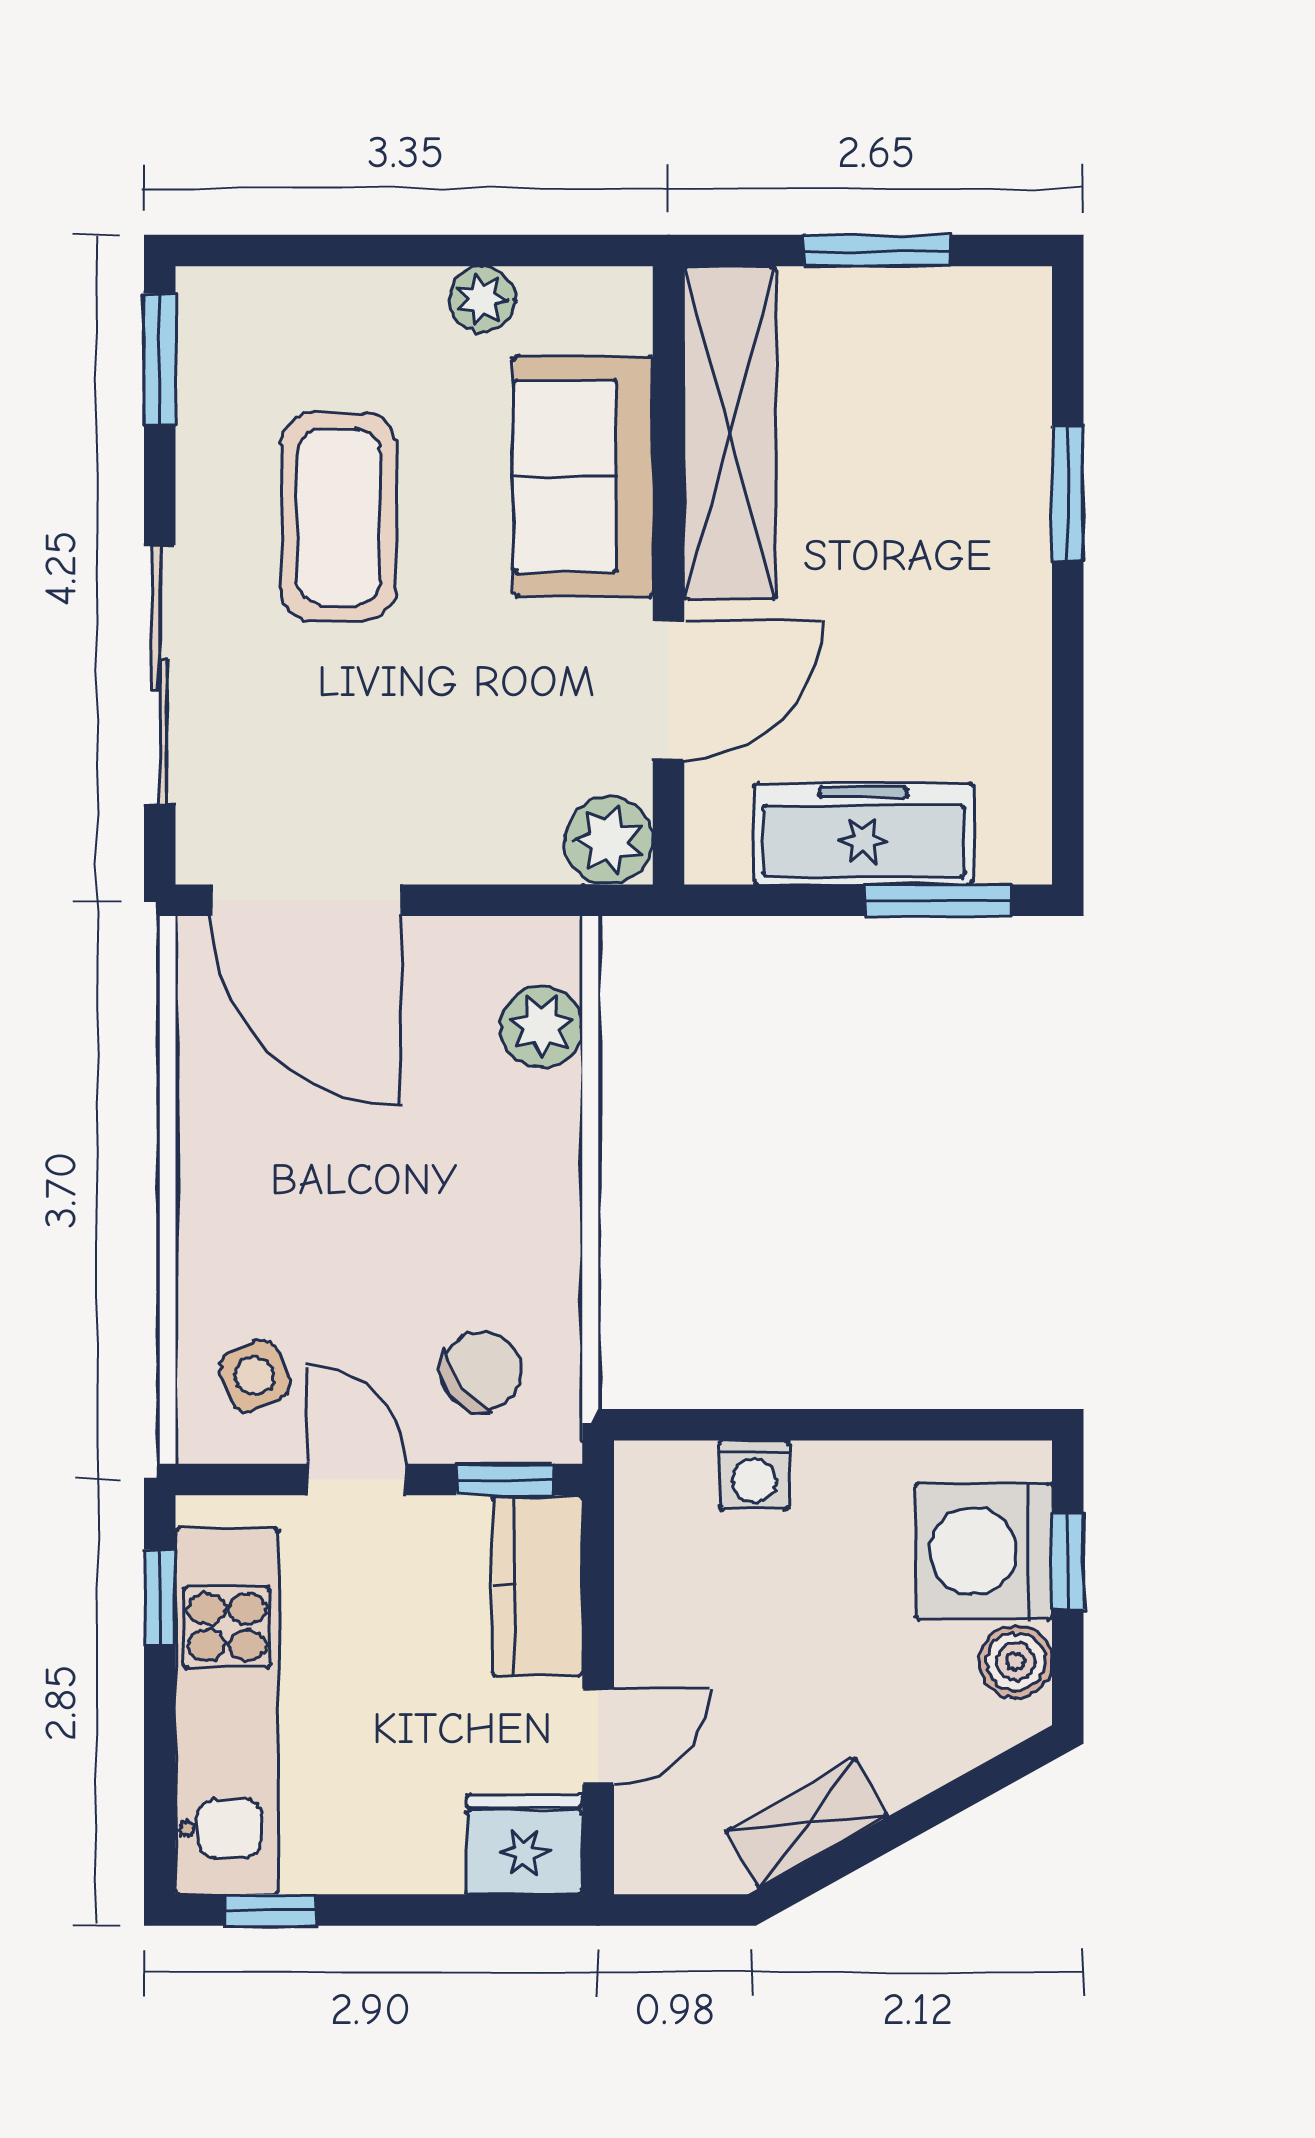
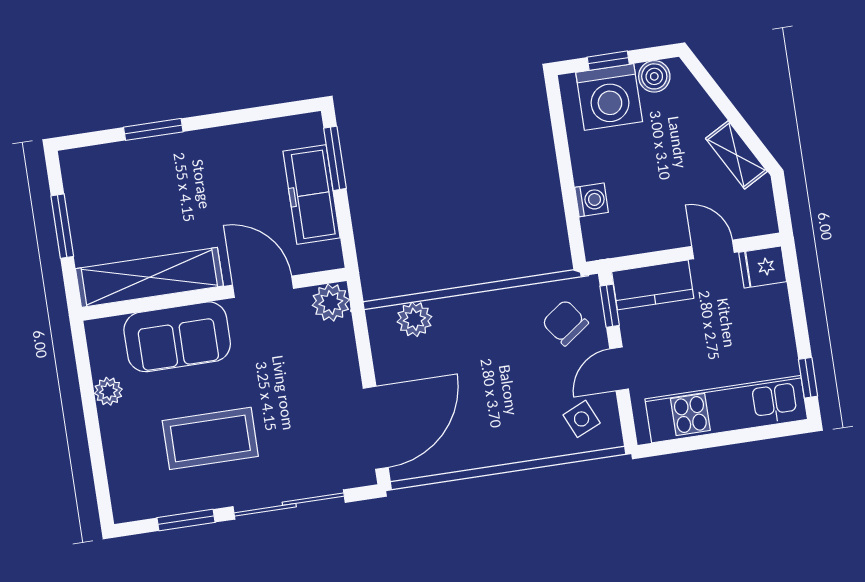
window: (160, 360) -> (186, 520), moved
window: (160, 1597) -> (682, 445), removed
fridge: (524, 1844) -> (763, 267), width x0.72

